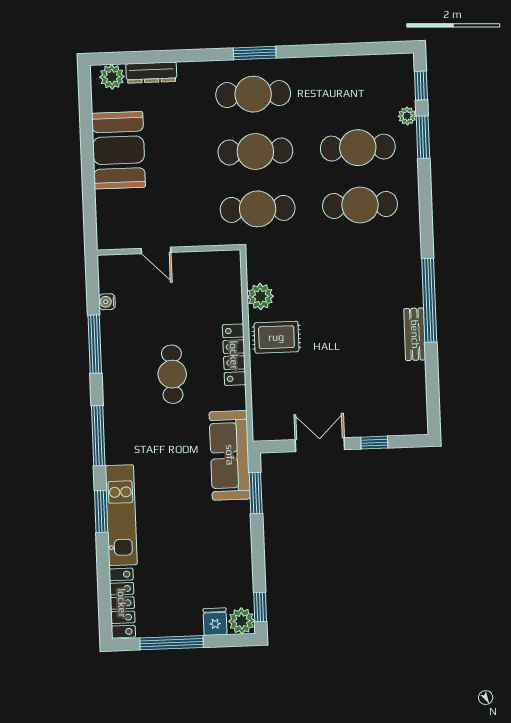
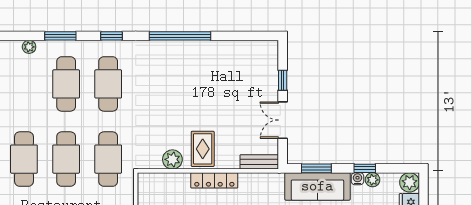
window: (421, 86) -> (111, 36), moved
plant: (407, 116) -> (29, 47), moved
bench: (415, 334) -> (259, 162), moved
sofa: (230, 455) -> (317, 186), moved
water cooler: (244, 550) -> (357, 179), added
plant: (243, 570) -> (373, 180), added
window: (260, 607) -> (365, 168), moved

